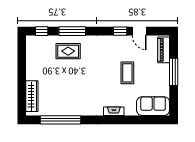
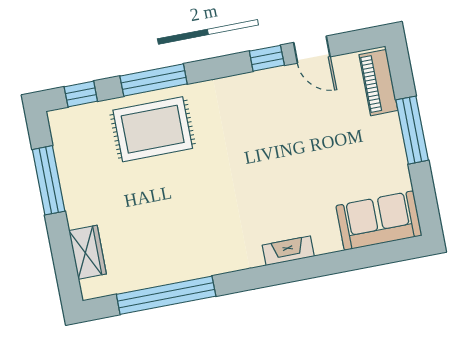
rug: (68, 51) -> (153, 129), width x1.36, depth x1.43
window: (22, 64) -> (49, 180), added
coffee table: (127, 73) -> (303, 154), removed
wardrobe: (32, 96) -> (88, 252), width x0.67

